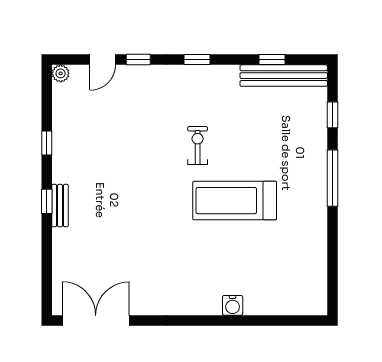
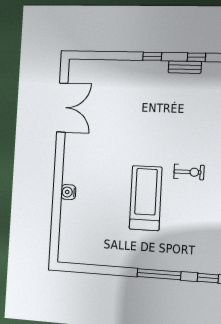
bench: (60, 206) -> (185, 67), moved
double door: (96, 320) -> (62, 108), moved

